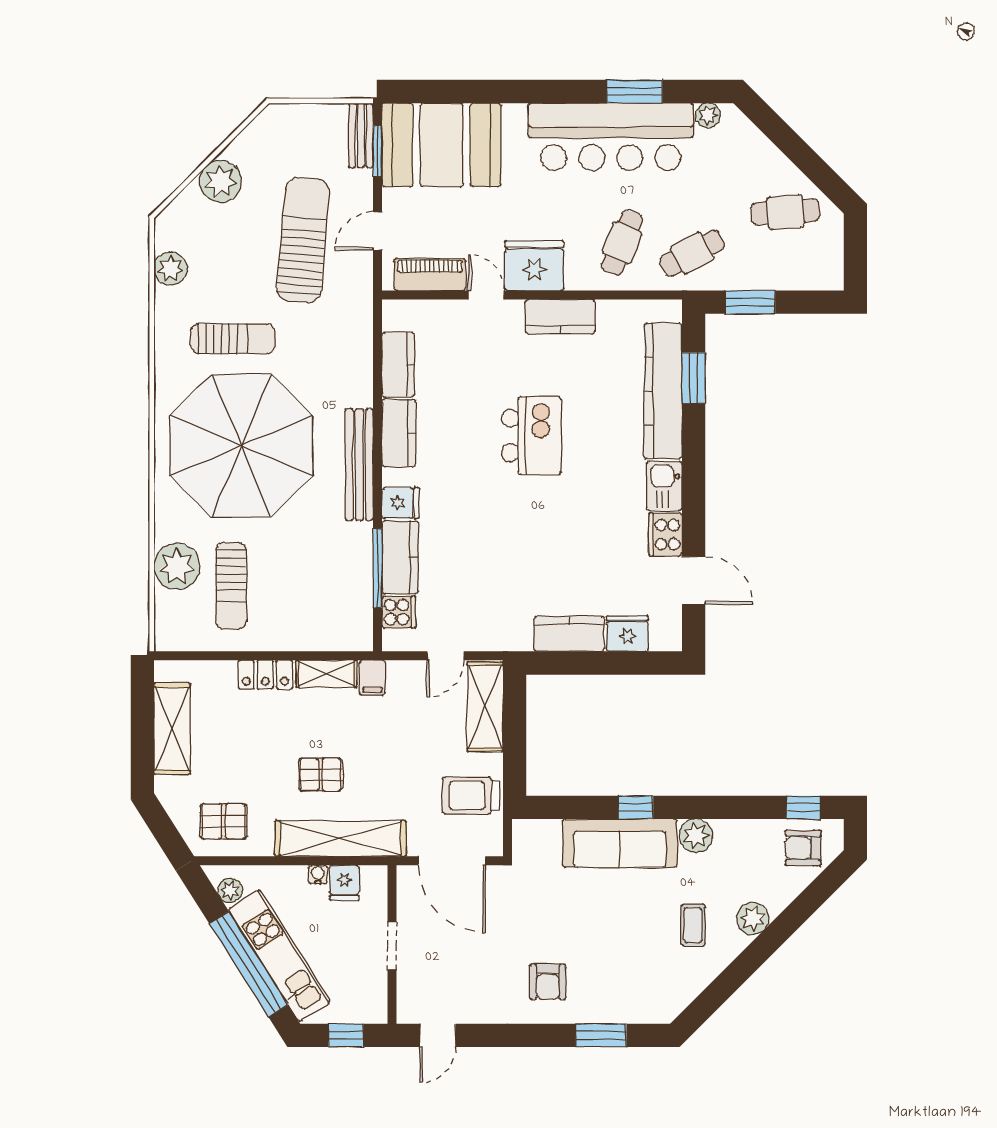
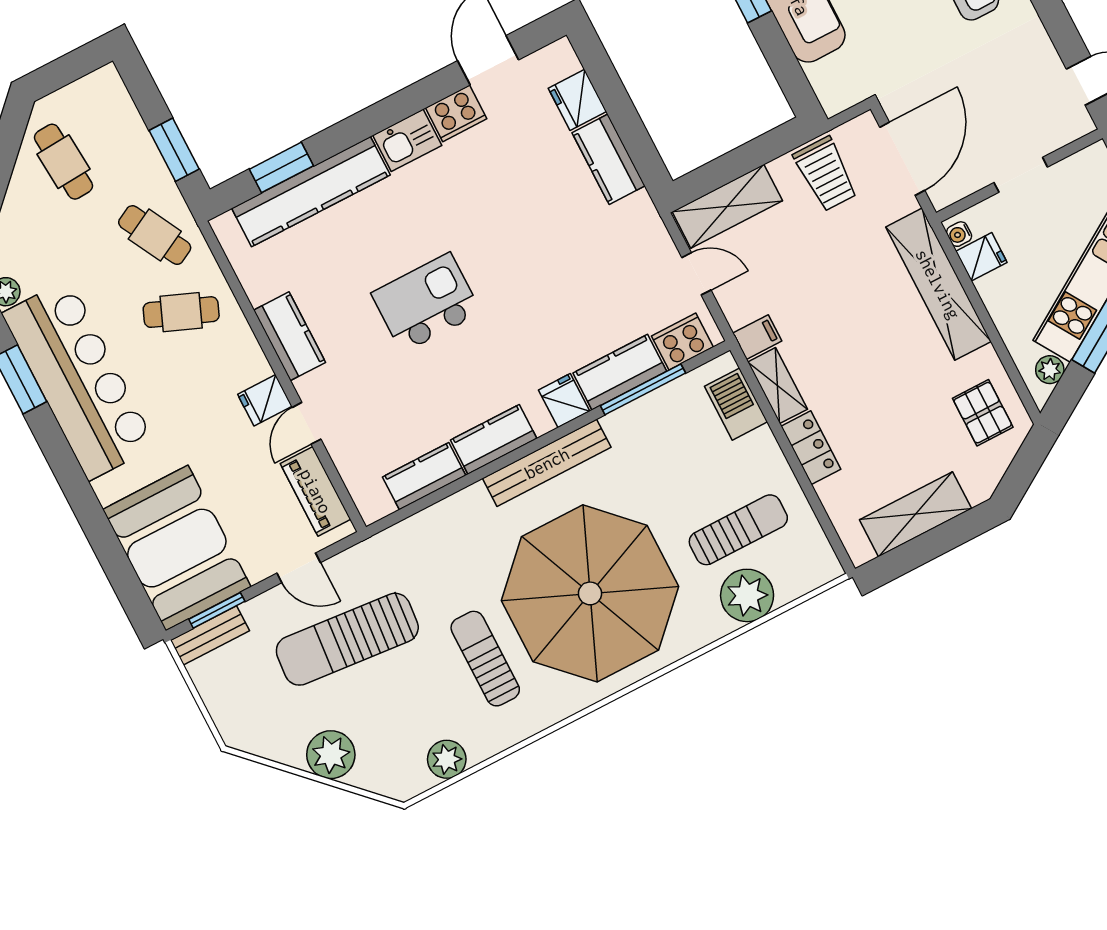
fridge: (534, 266) -> (265, 400), width x0.53, depth x0.75
cooker: (399, 612) -> (682, 342), width x1.36
barbecue: (329, 634) -> (736, 404), added
pallet: (320, 775) -> (884, 339), removed
water cooler: (318, 875) -> (959, 234), moved

